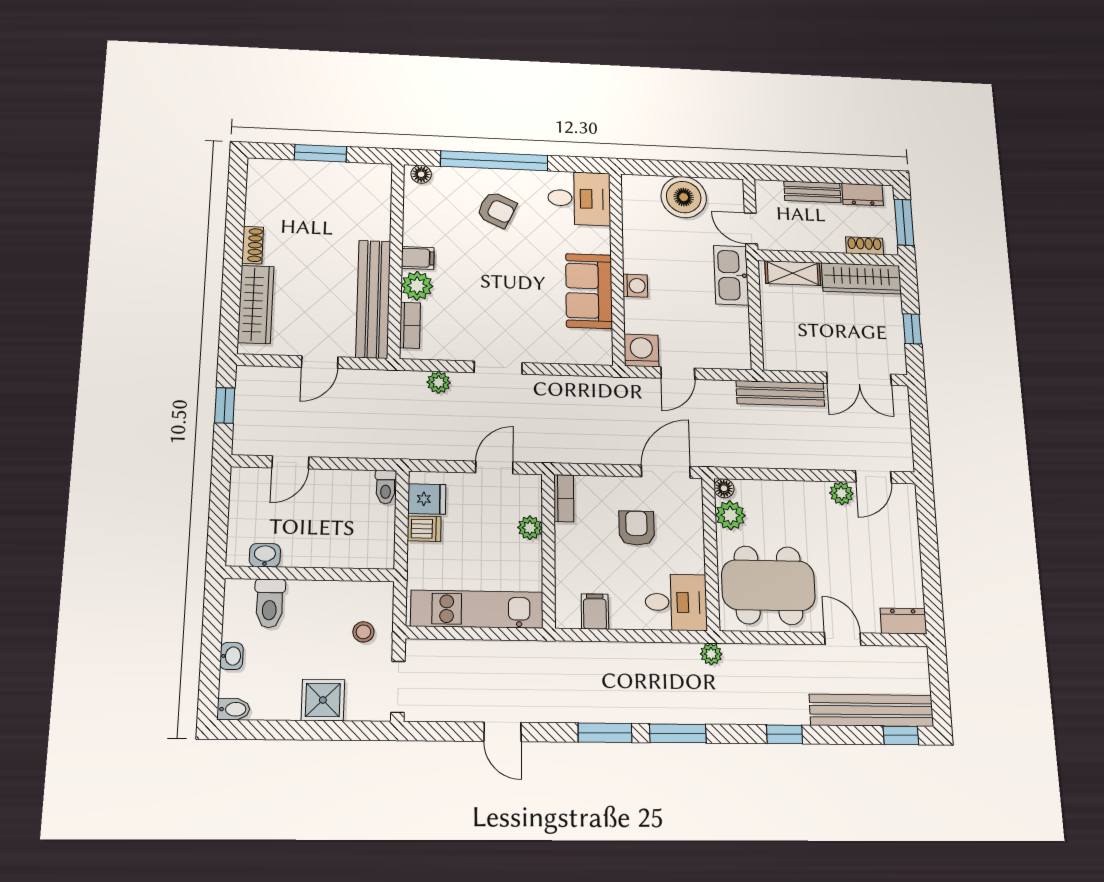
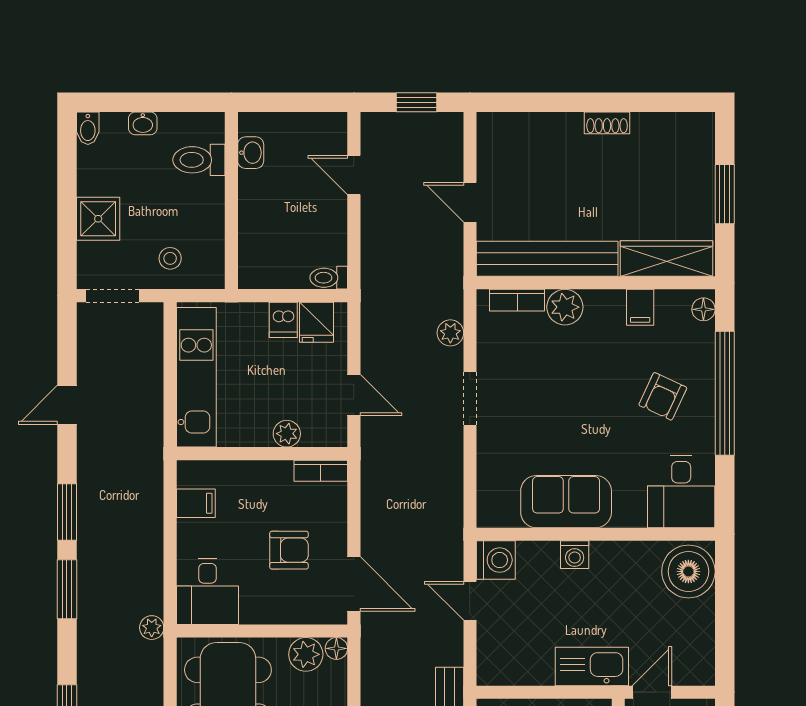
boiler: (684, 197) -> (688, 571), moved
filing cabinet: (418, 258) -> (640, 307), moved
wardrobe: (256, 304) -> (667, 258), moved, turned 180

